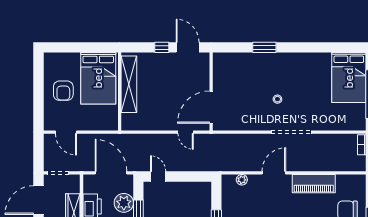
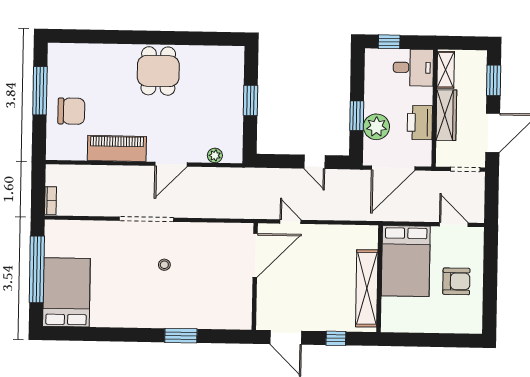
window: (162, 47) -> (336, 338), moved
bed: (98, 78) -> (406, 261), moved, turned 180
armchair: (63, 91) -> (456, 281), turned 90
door: (111, 173) -> (393, 168), hinge flipped
door: (158, 176) -> (314, 162), moved

